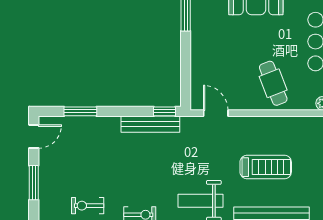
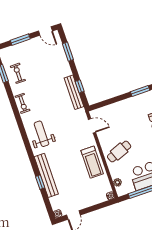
window: (164, 111) -> (80, 86), moved
door: (216, 113) -> (92, 126), hinge flipped
treadmill: (266, 167) -> (92, 162), moved

